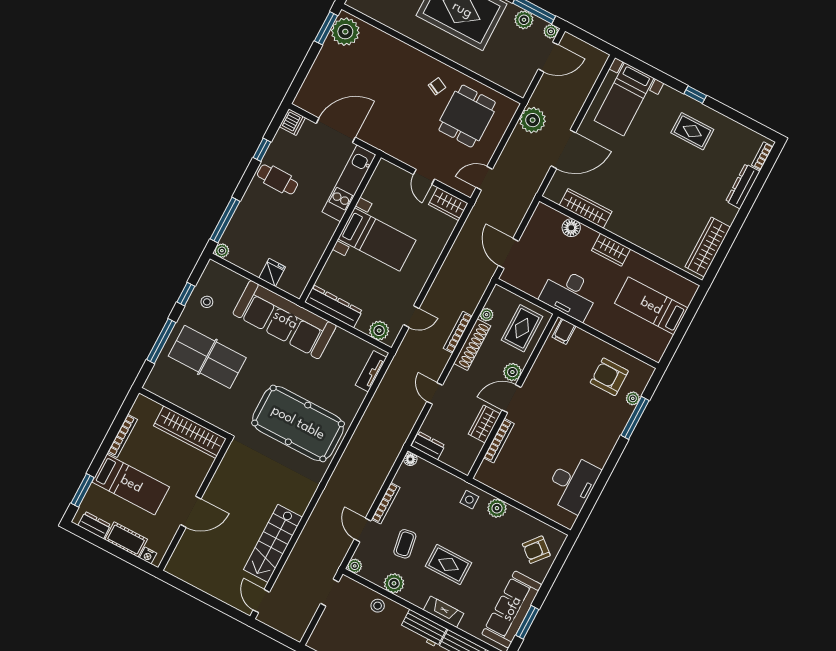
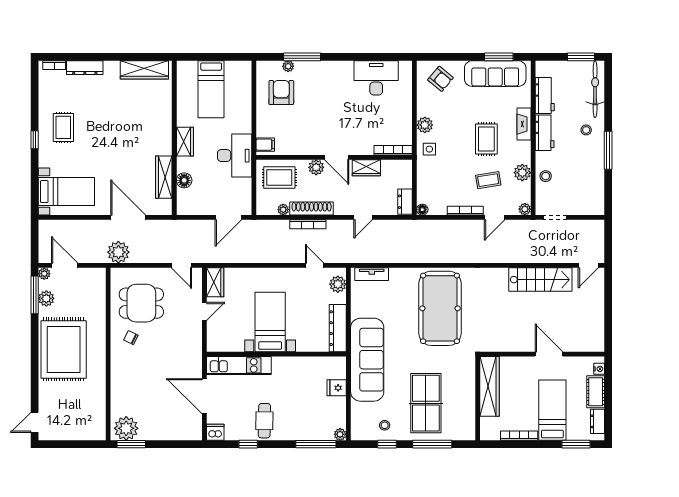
armchair: (609, 377) -> (281, 93), turned 180
bookcase: (499, 441) -> (393, 150), moved

